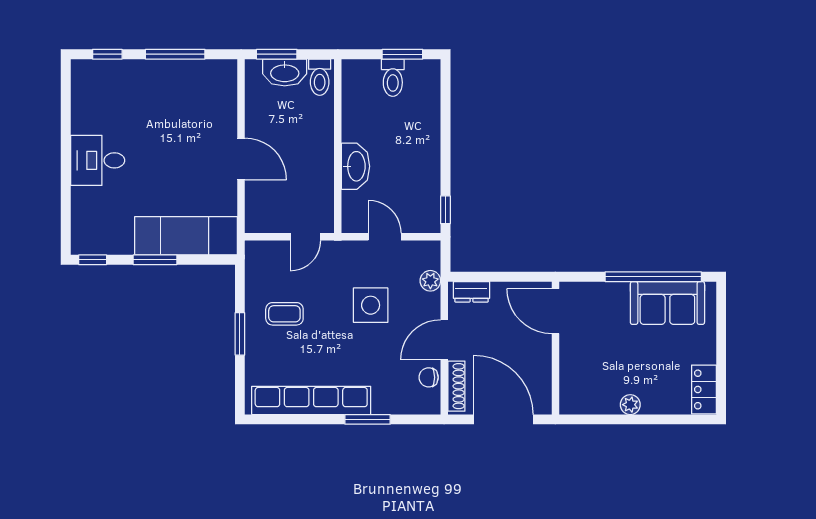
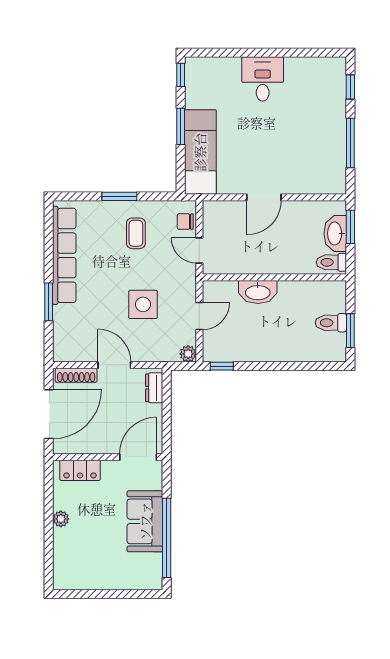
plant: (430, 281) -> (188, 354), moved
sofa: (667, 303) -> (145, 521), moved
chair: (429, 377) -> (185, 222), moved, turned -90
locker: (704, 389) -> (80, 470), moved, turned 180

